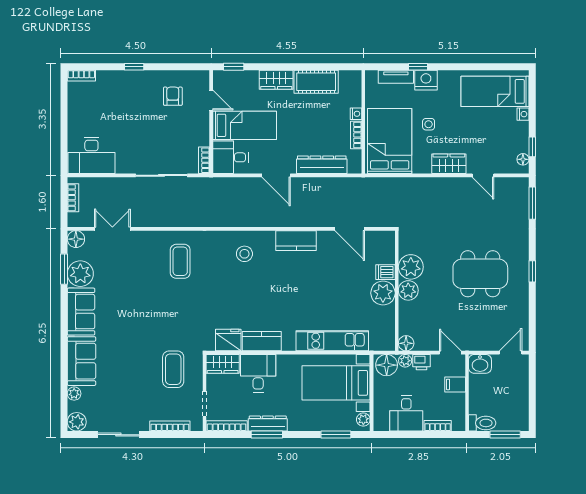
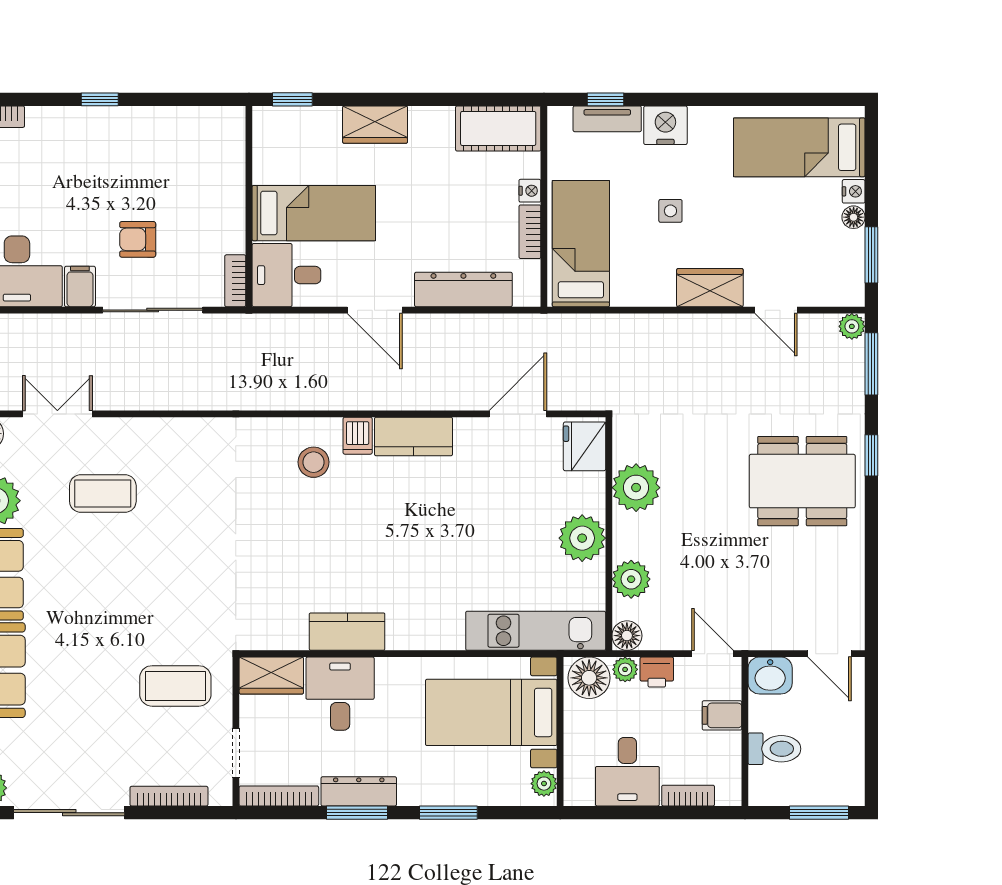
window: (418, 67) -> (606, 99), moved
cot: (316, 82) -> (498, 128), moved
armchair: (173, 96) -> (138, 239), moved, turned -90
door: (211, 100) -> (249, 164), removed
bed: (390, 141) -> (581, 244), width x0.67
window: (532, 147) -> (871, 255), width x1.50
floor lamp: (523, 159) -> (854, 217), moved
filing cabinet: (124, 163) -> (80, 286), added
plant: (522, 184) -> (852, 326), added
door: (350, 229) -> (518, 414), swing flipped
coffee table: (180, 261) -> (103, 494), moved, turned 90
window: (532, 271) -> (871, 455), moved
dishwasher: (385, 272) -> (358, 436), moved, turned -90
dining table: (480, 274) -> (802, 481), moved
plant: (408, 290) -> (631, 579), moved
fridge: (228, 340) -> (585, 446), moved, turned -90
kitchen unit: (332, 341) -> (536, 631), moved
door: (511, 353) -> (830, 654), swing flipped
coffee table: (173, 369) -> (175, 686), turned 90
toilet: (482, 423) -> (774, 749), moved
sliding door: (118, 435) -> (69, 813), width x1.37
window: (336, 435) -> (448, 813), moved

